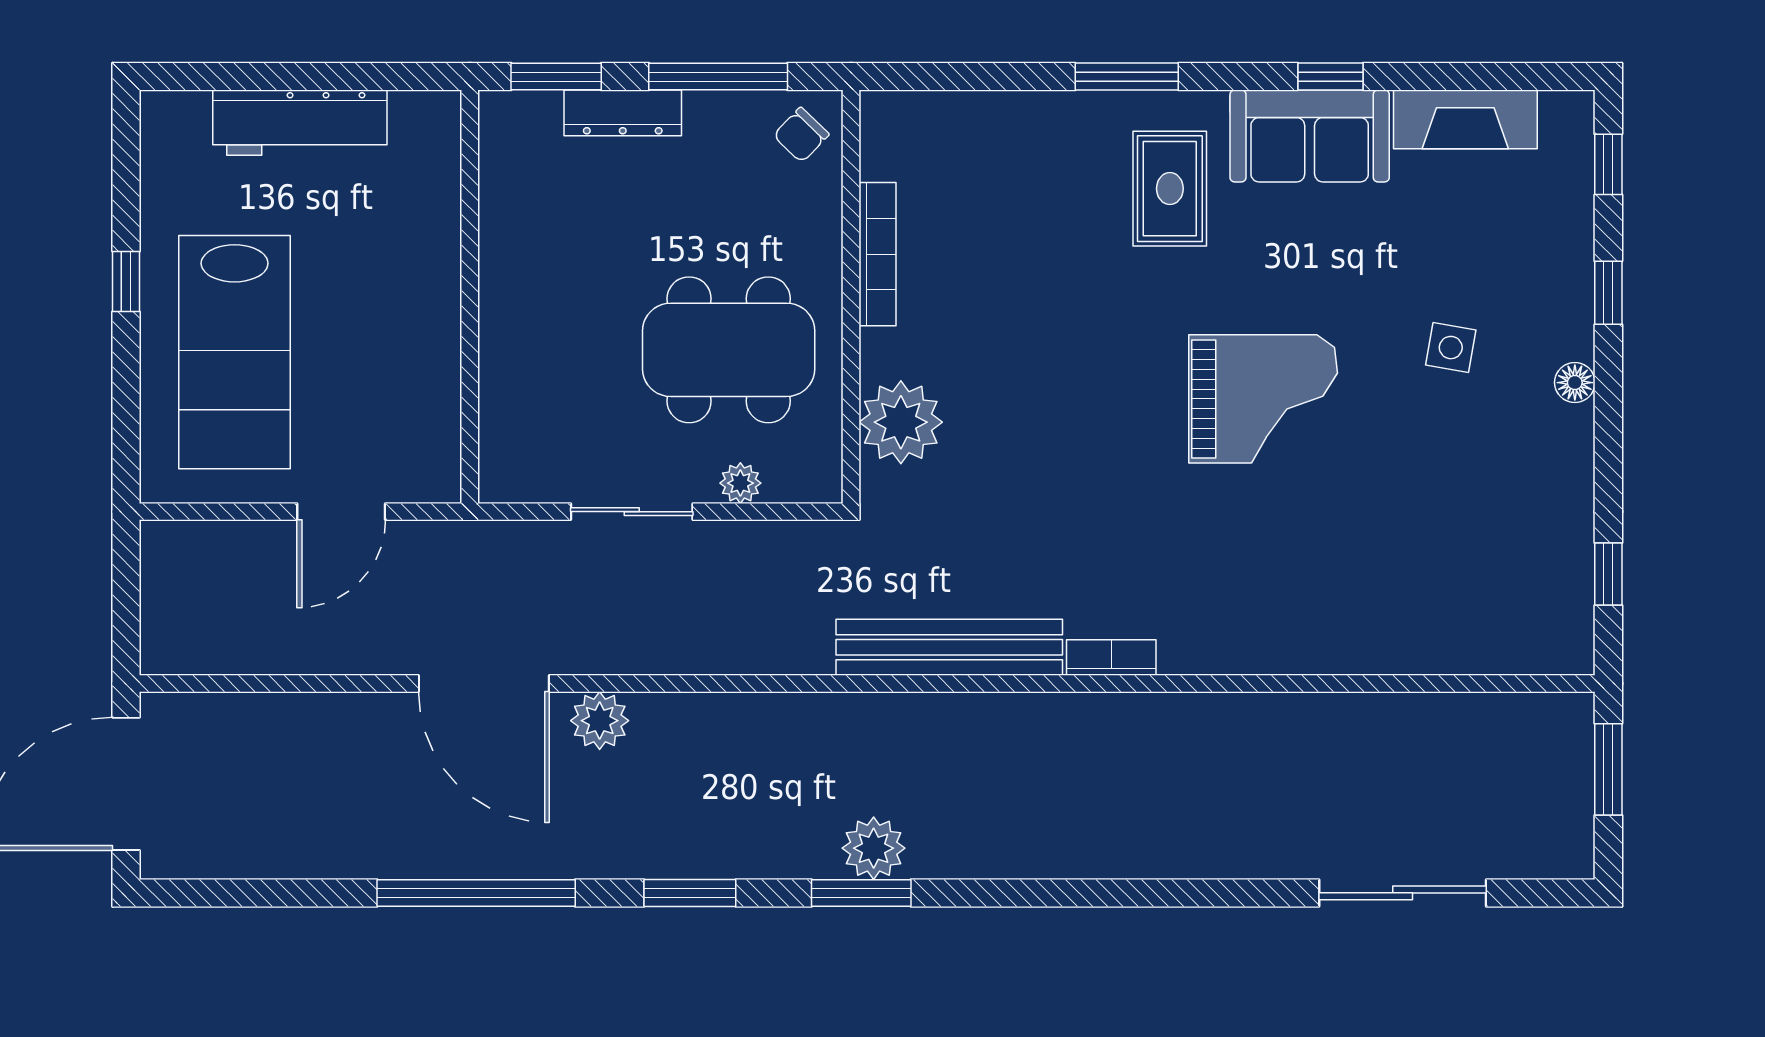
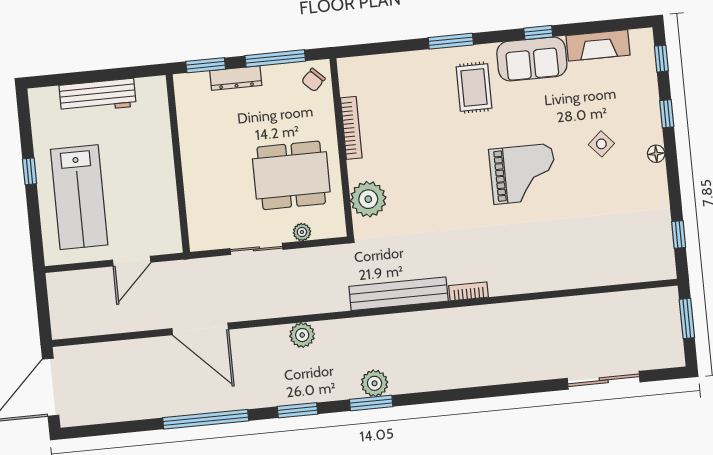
side table: (1451, 348) -> (601, 144), turned 38
plant: (600, 721) -> (302, 335), moved

